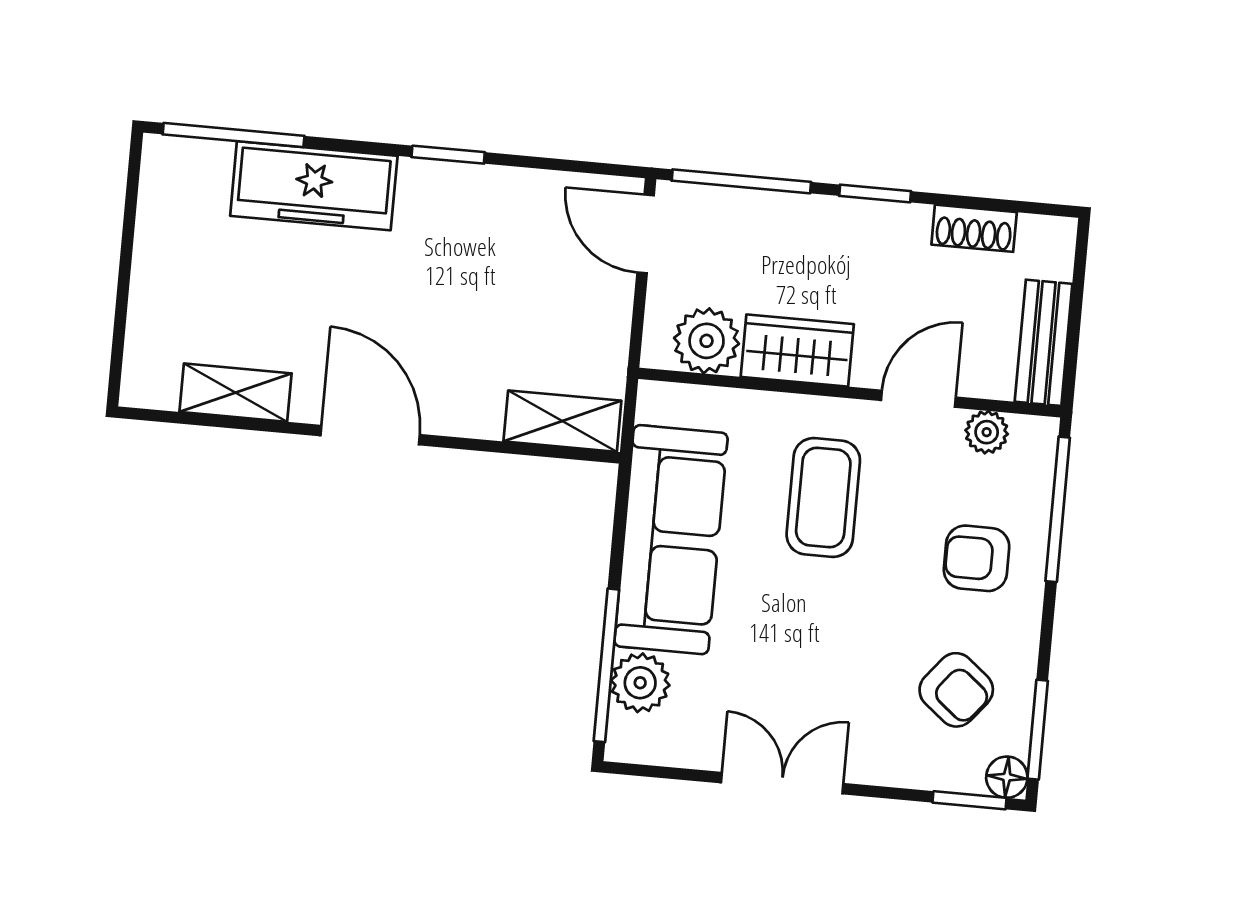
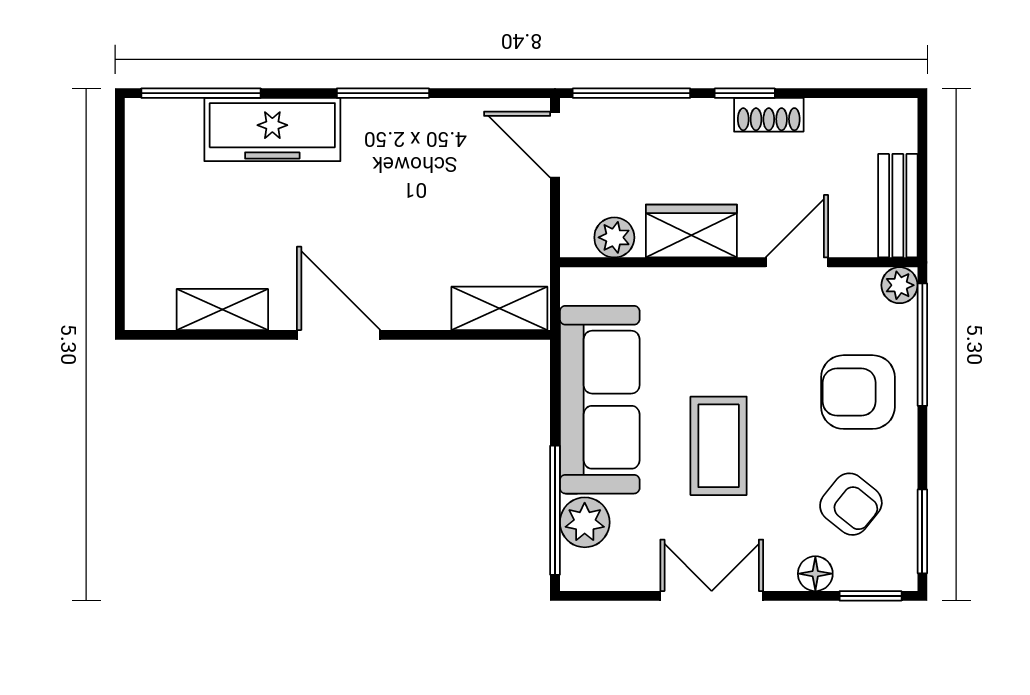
window: (448, 155) -> (383, 93), width x1.50
shoe rack: (974, 228) -> (769, 115), moved
plant: (707, 341) -> (614, 237), width x0.73, depth x0.73
plant: (987, 432) -> (900, 285), moved
coffee table: (823, 498) -> (719, 446), moved
armchair: (977, 558) -> (858, 392), width x1.38, depth x1.38
floor lamp: (1007, 777) -> (815, 574), moved

